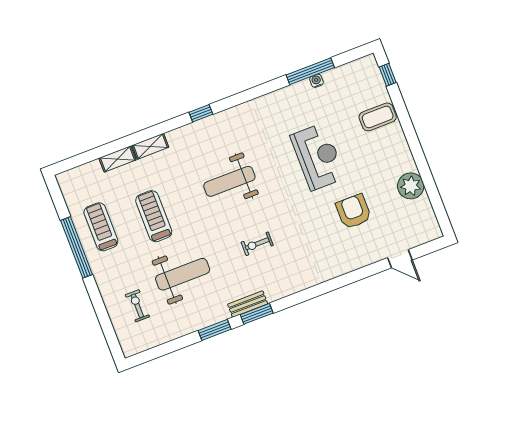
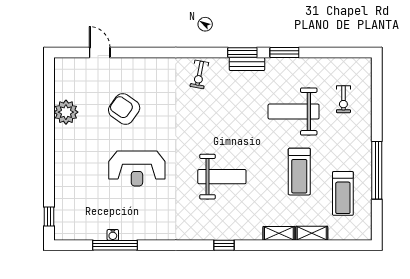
coffee table: (378, 117) -> (72, 183), removed
reception desk: (318, 157) -> (137, 168), turned -90
armchair: (354, 211) -> (124, 109), turned 125
treadmill: (101, 227) -> (343, 193), moved
exercise bike: (257, 244) -> (199, 75), moved, turned 101

